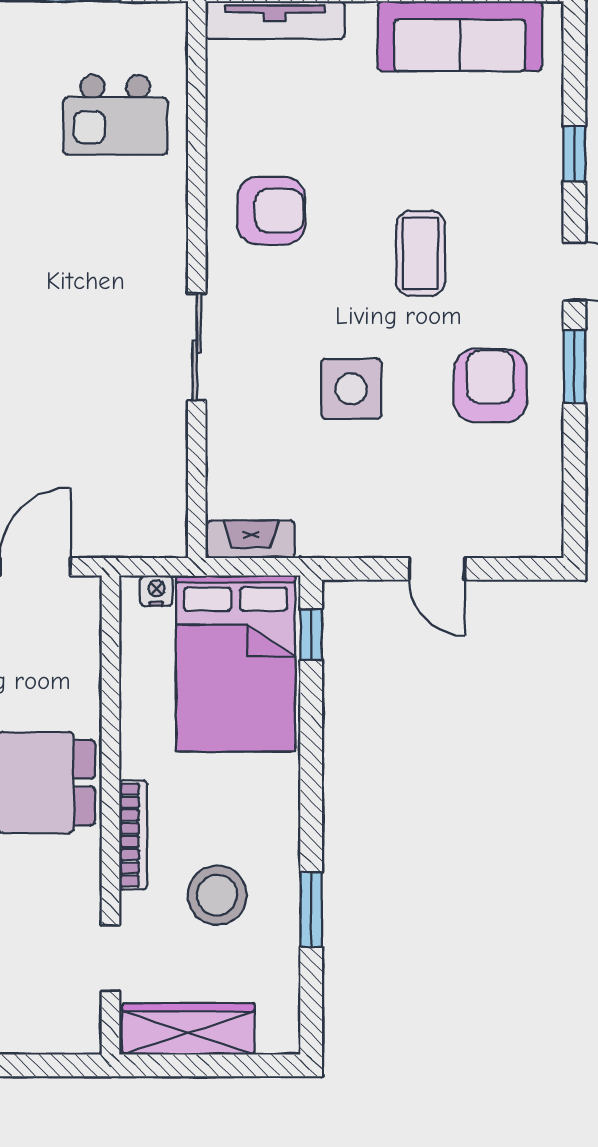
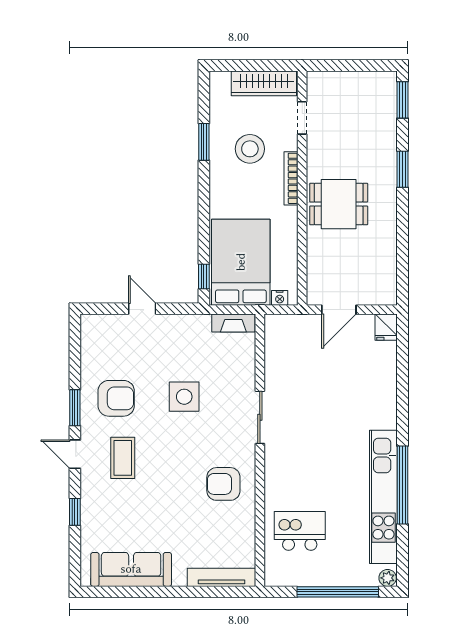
coffee table: (421, 253) -> (123, 458), moved
armchair: (490, 386) -> (116, 398), turned -90

